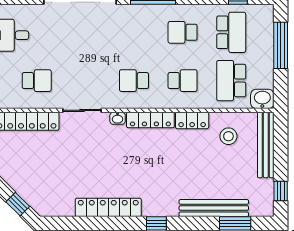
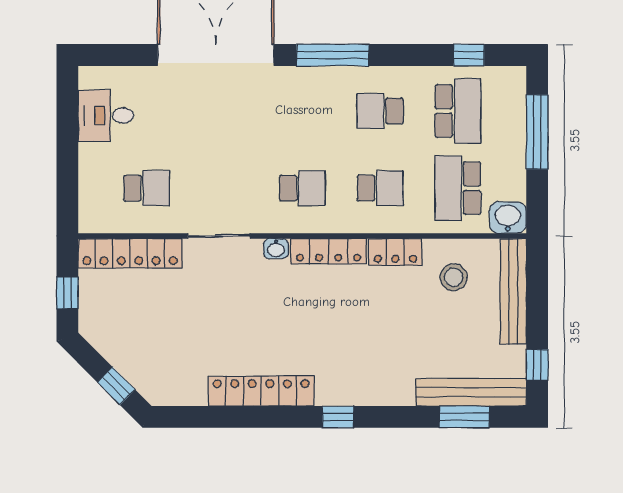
school desk: (134, 81) -> (302, 188), turned 180
bench: (214, 208) -> (471, 392), moved

